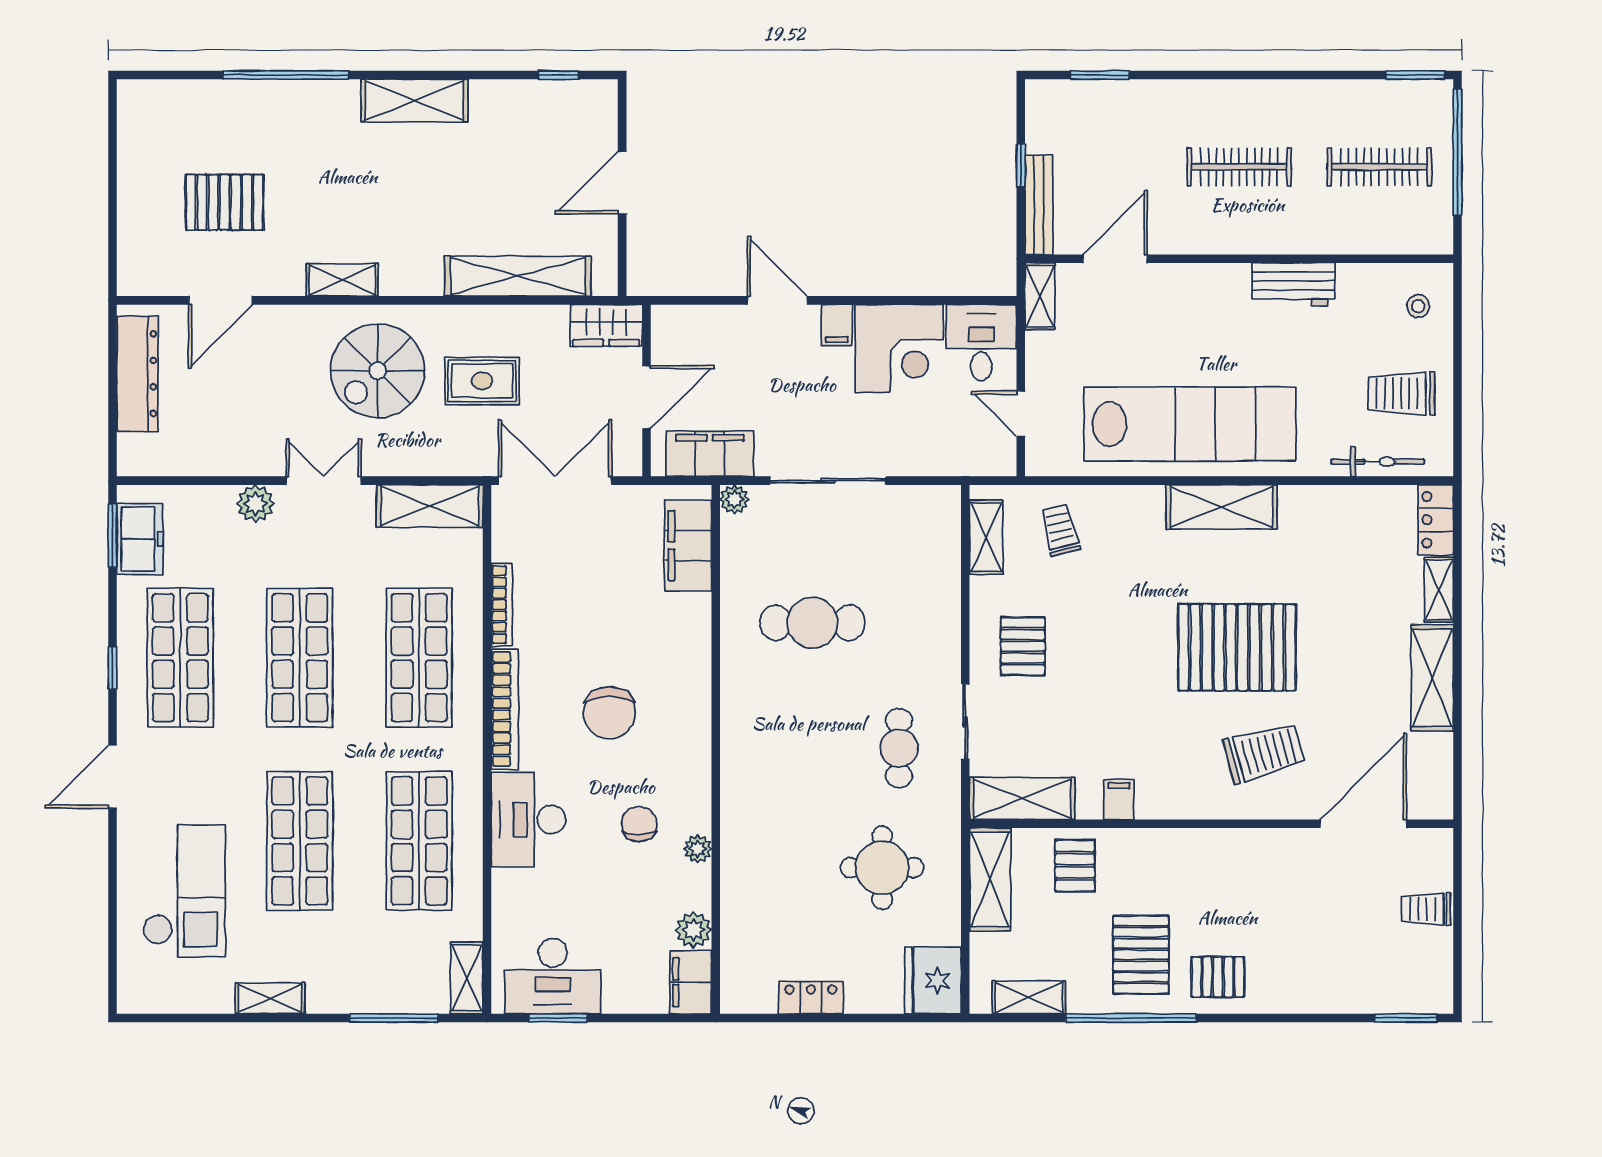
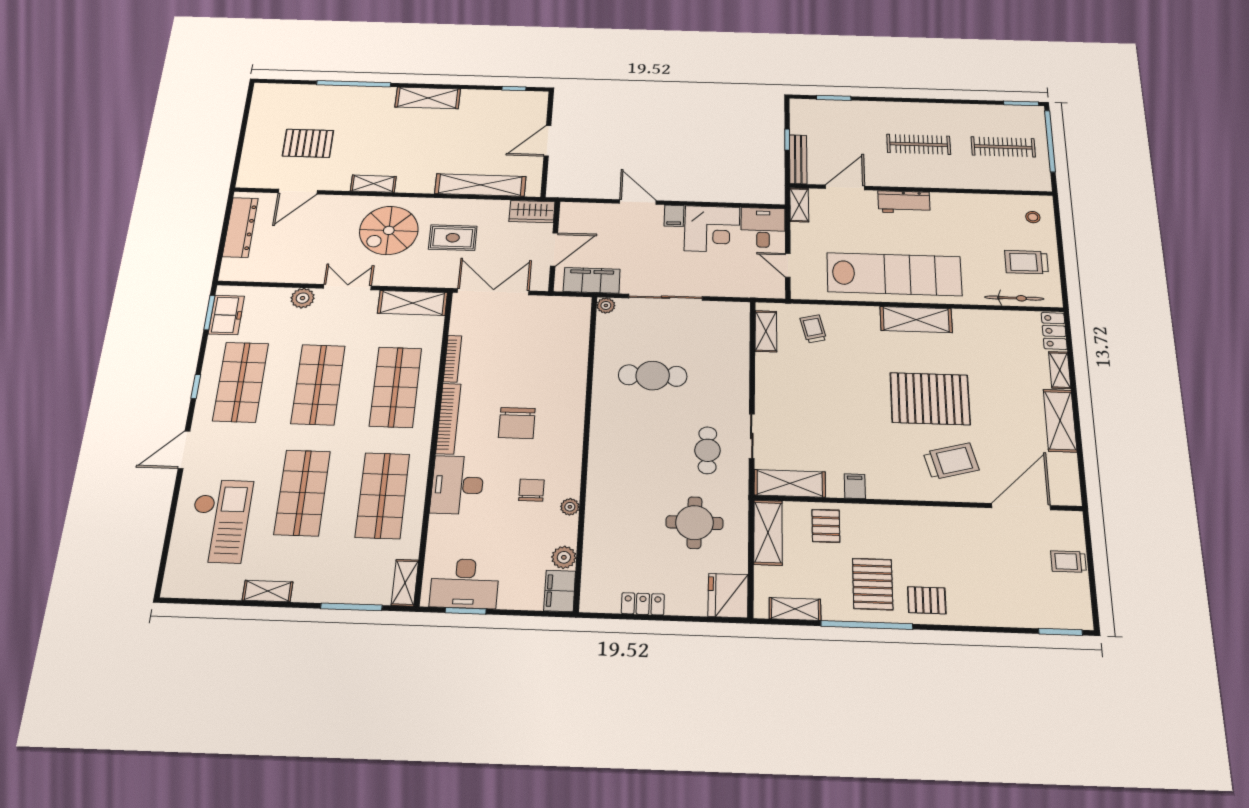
workbench: (1293, 284) -> (904, 202), moved
filing cabinet: (688, 545) -> (575, 330), removed
pallet: (1023, 646) -> (790, 393), removed

